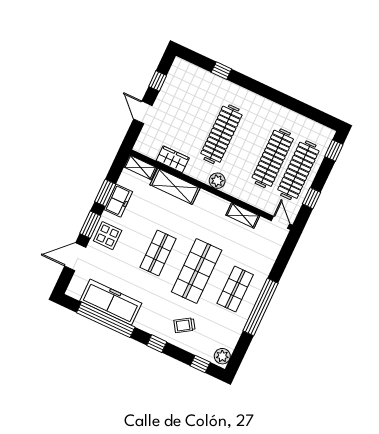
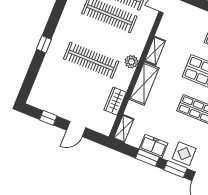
window: (221, 71) -> (44, 44), moved
shelving: (175, 186) -> (144, 84), moved
shelving: (243, 216) -> (155, 51), moved

